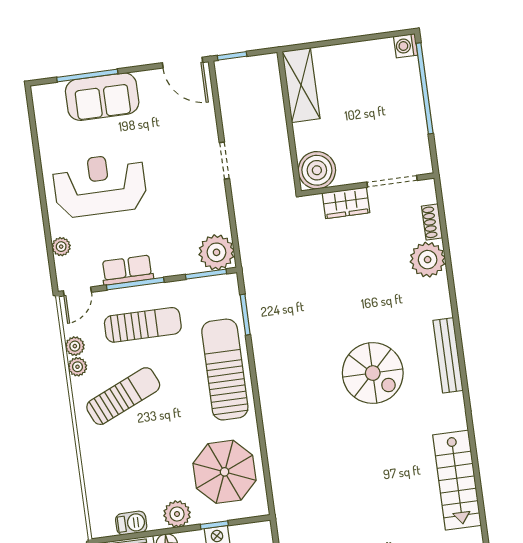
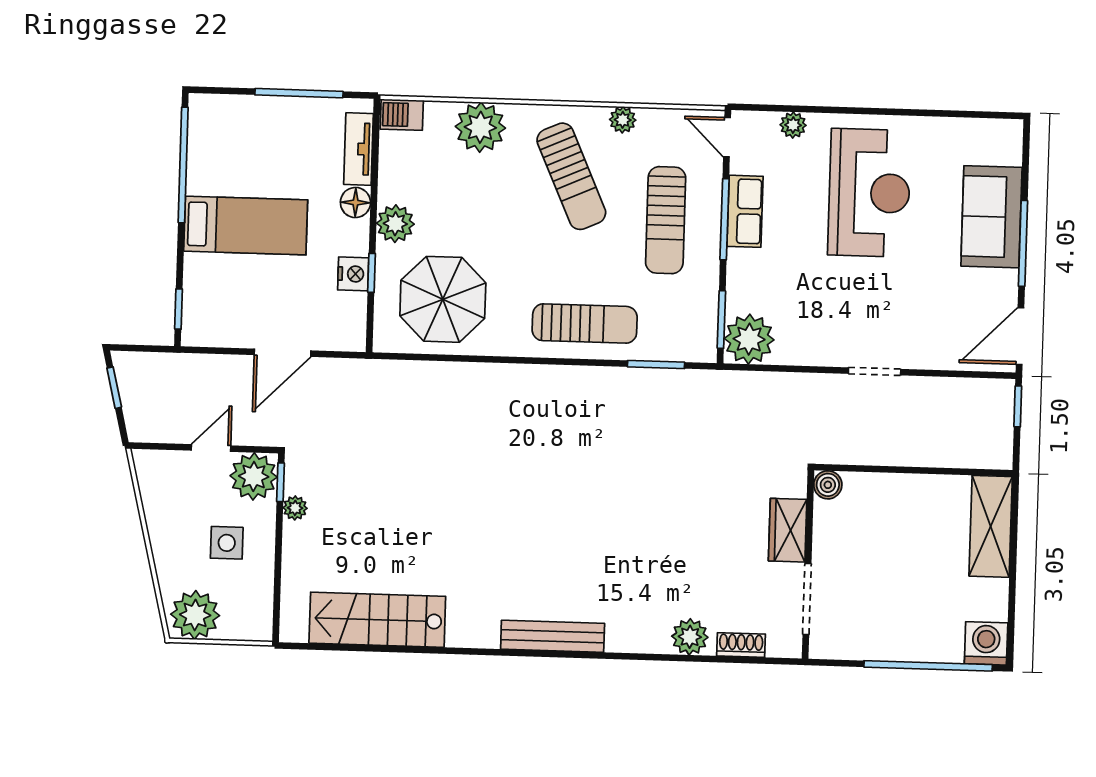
washing machine: (406, 46) -> (986, 643), width x1.38, depth x1.38
window: (87, 75) -> (1023, 243), moved
shelving: (301, 85) -> (991, 526), moved, turned 90
boiler: (317, 170) -> (828, 485), width x0.54, depth x0.54
plant: (428, 260) -> (690, 637), width x0.73, depth x0.73
plant: (75, 346) -> (480, 127), moved, width x1.87, depth x1.87
sun lounger: (225, 370) -> (585, 324), width x0.73, depth x0.75
spiral stairs: (373, 373) -> (545, 528), removed
barbecue: (131, 523) -> (402, 115), moved, turned 90

